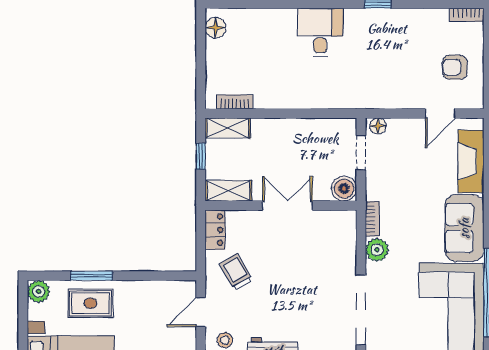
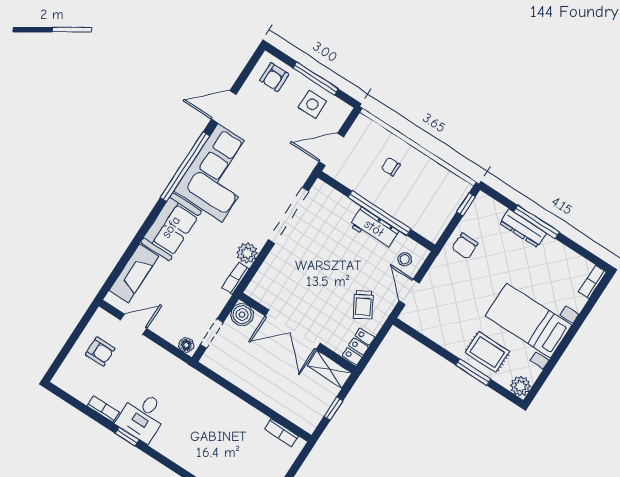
bookcase: (466, 15) -> (103, 409), moved
desk: (320, 32) -> (143, 416), moved
shelving: (228, 128) -> (300, 417), removed
double door: (287, 206) -> (293, 329), width x1.37
door: (201, 312) -> (409, 292), swing flipped

